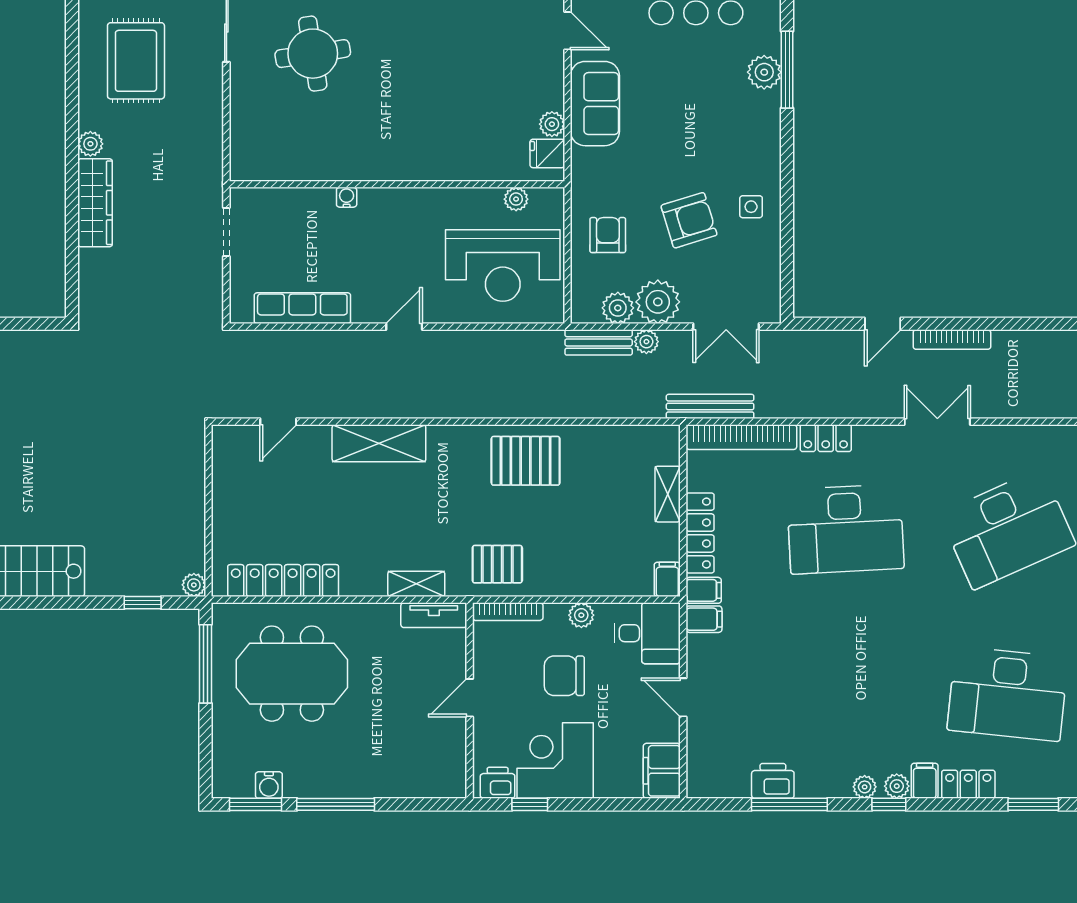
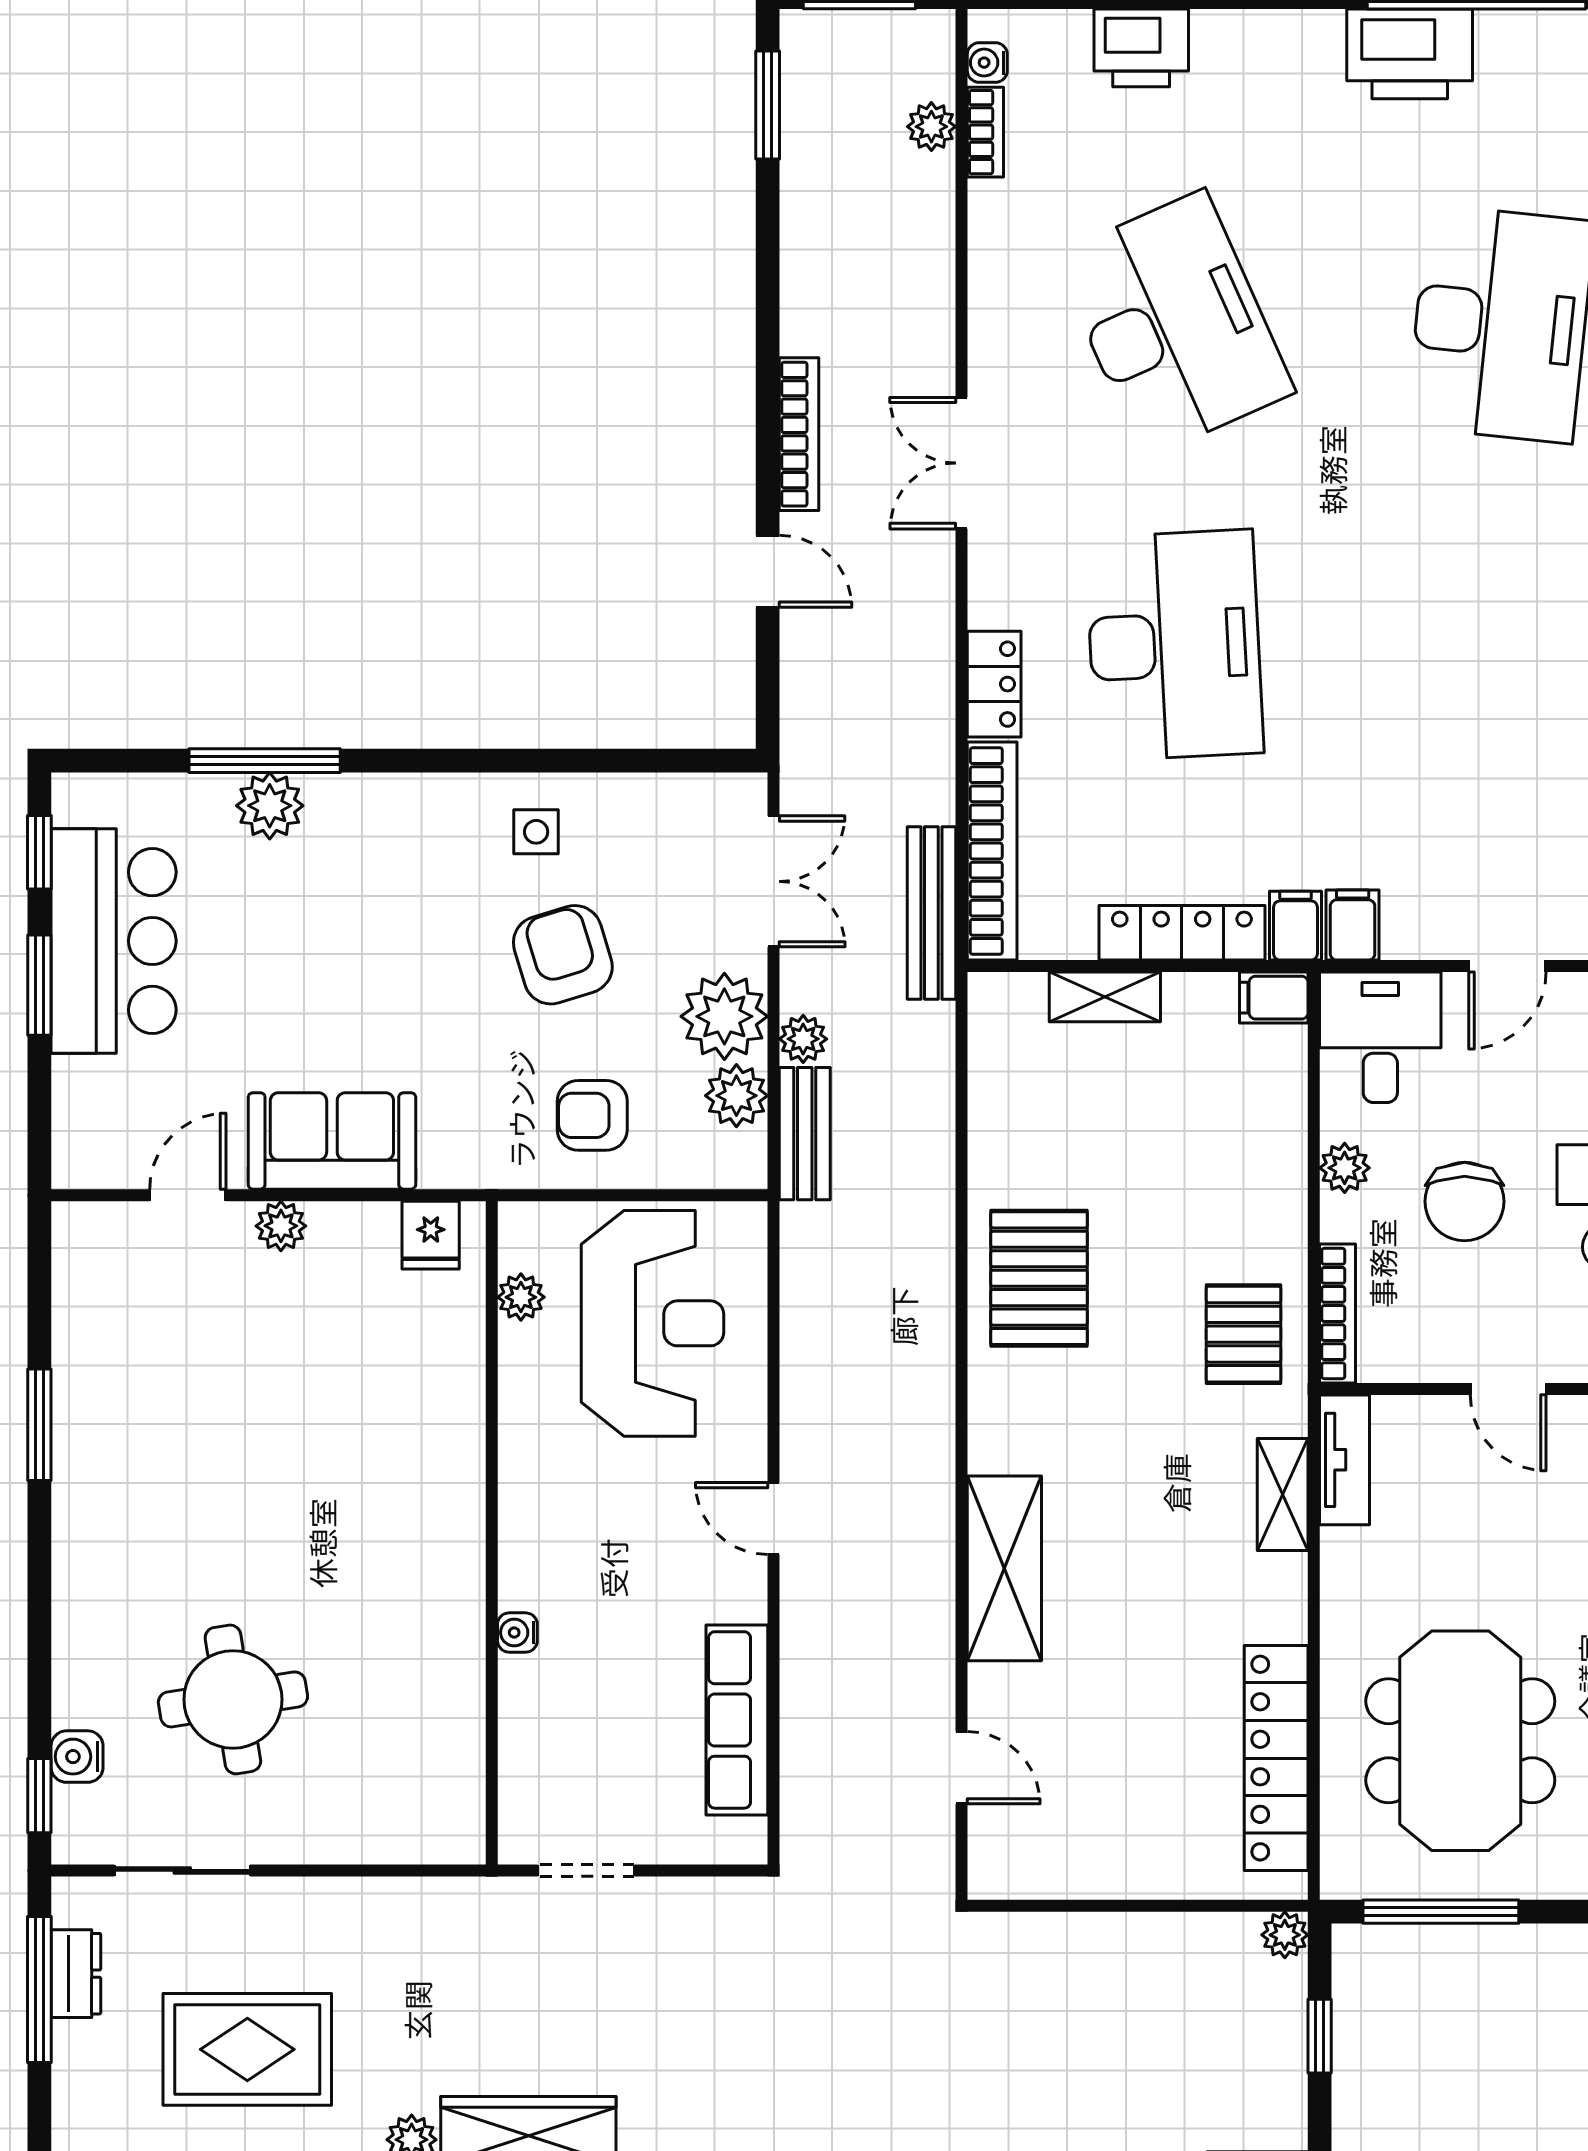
plant: (552, 124) -> (281, 1226), moved

